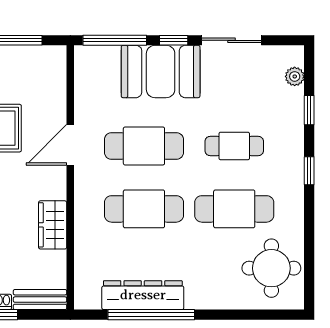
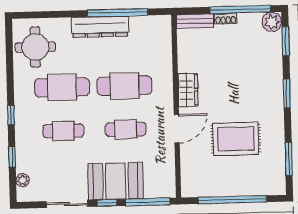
cafe table: (144, 146) -> (126, 129), width x0.73, depth x0.74
wardrobe: (53, 225) -> (188, 90), moved
dresser: (143, 295) -> (100, 27), moved

